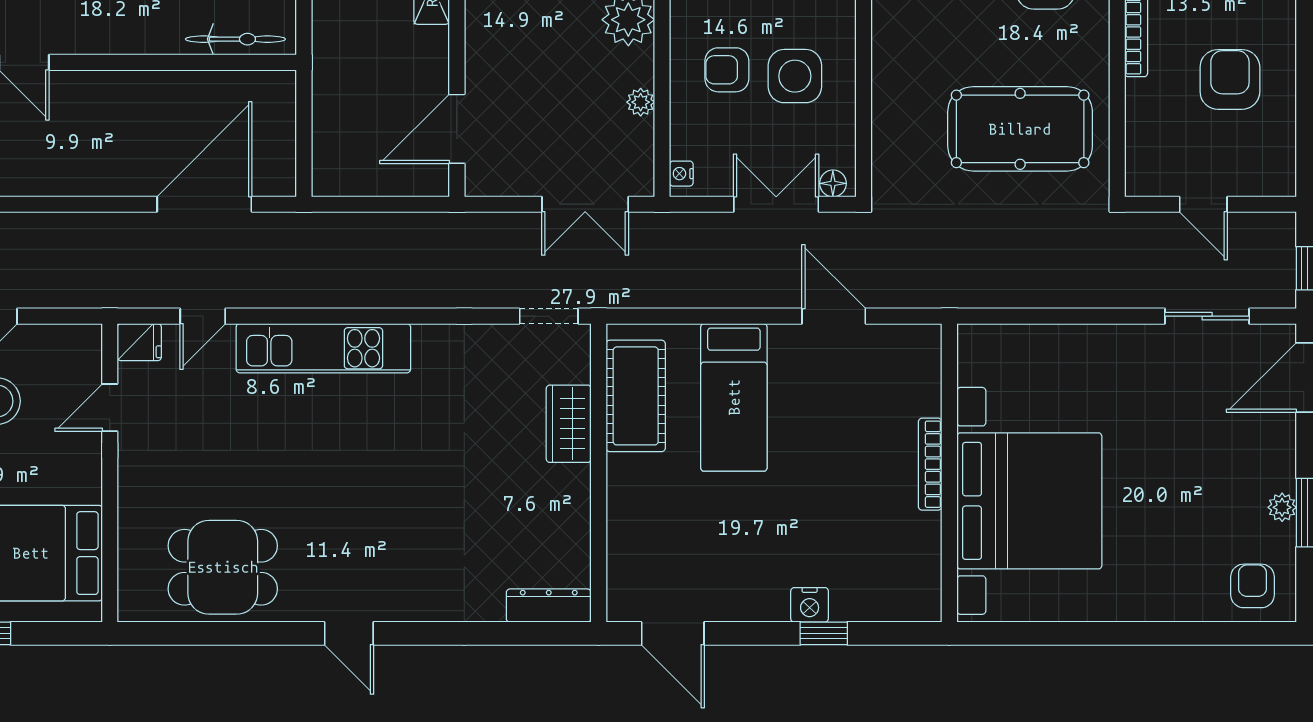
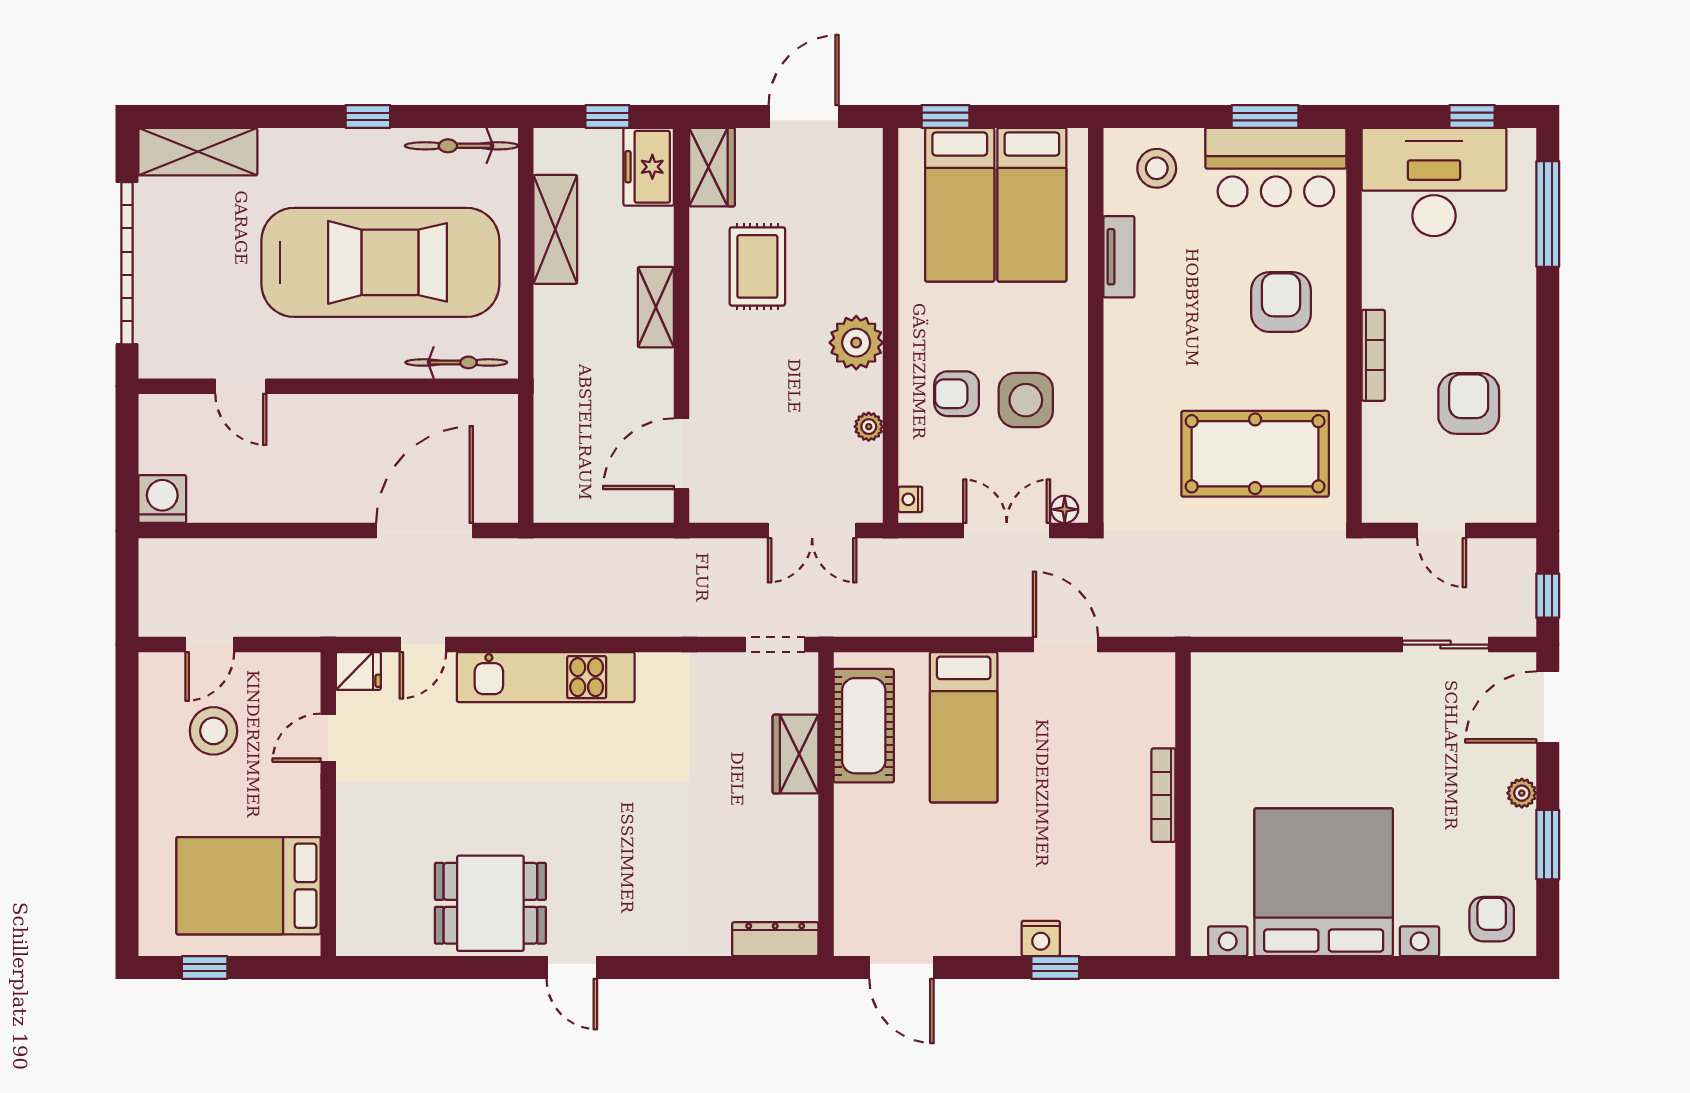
bed with nightstands: (1029, 501) -> (1324, 882), moved, turned -90
plant: (1282, 507) -> (1522, 793), moved
dining table: (223, 567) -> (490, 903), moved

